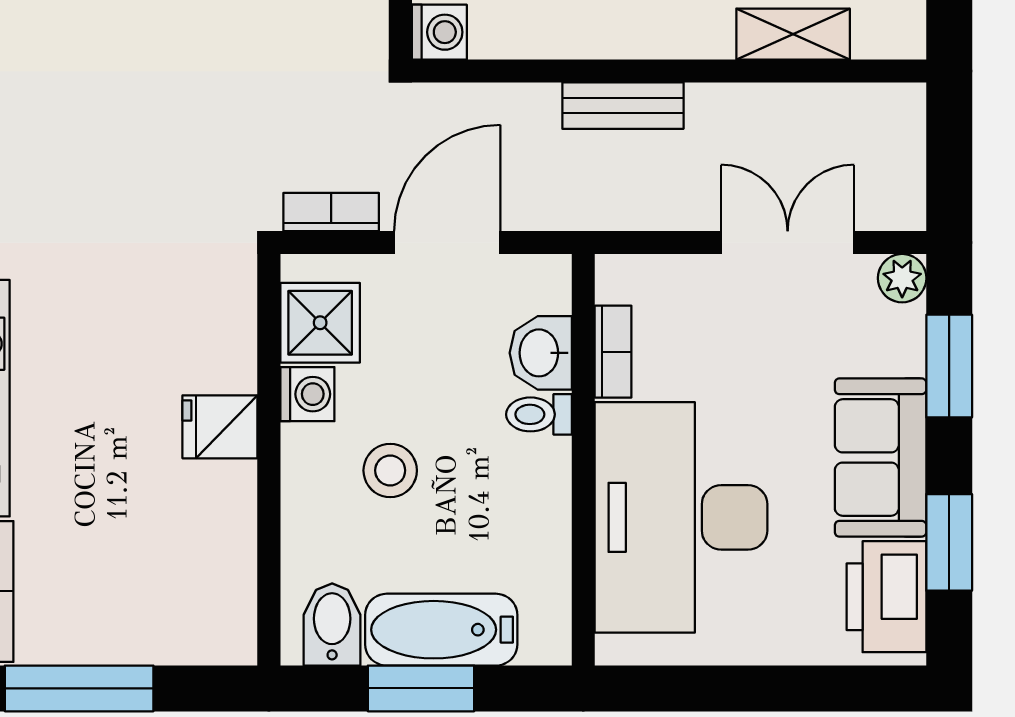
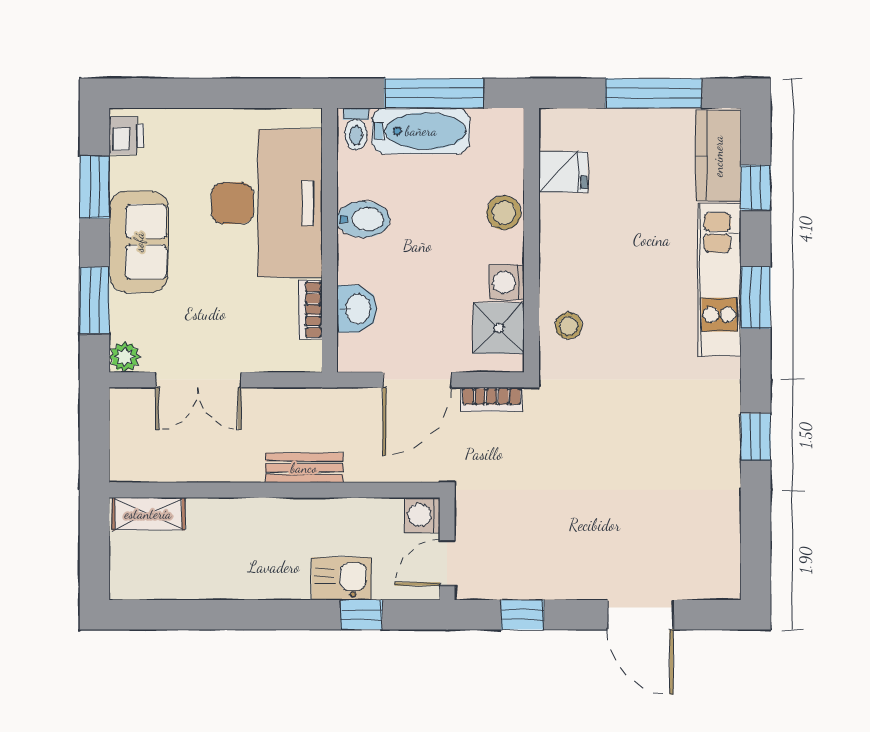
shelving: (793, 34) -> (148, 514), moved
stool: (211, 327) -> (569, 326), added
toilet: (539, 414) -> (356, 129), moved, turned 90
fridge: (220, 427) -> (563, 172), moved
stool: (390, 470) -> (504, 213), moved
printer: (886, 597) -> (127, 136), width x0.53, depth x0.68
bidet: (332, 624) -> (363, 219), moved, turned -90
window: (421, 688) -> (434, 93), width x1.44

